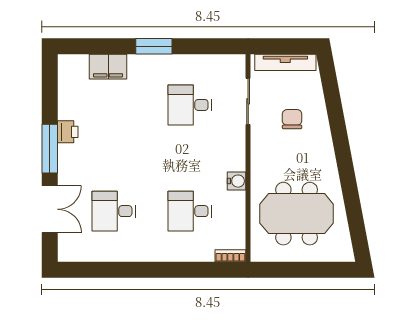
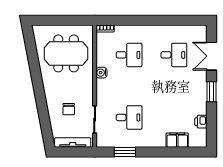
window: (154, 46) -> (125, 152), moved
printer: (68, 132) -> (201, 122), moved
window: (50, 149) -> (211, 92), width x0.69

